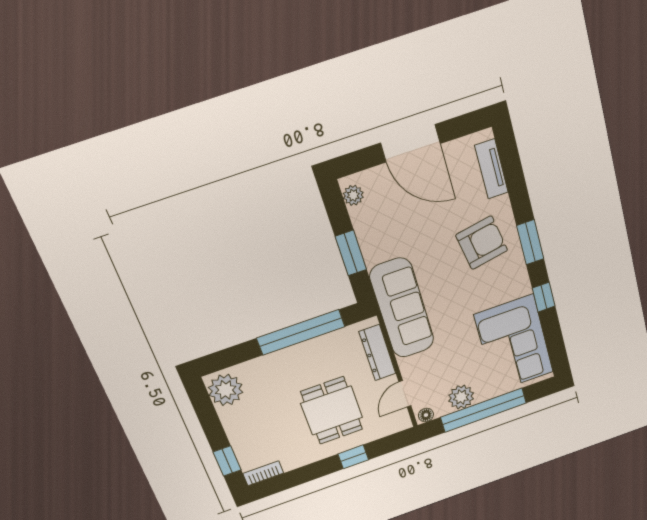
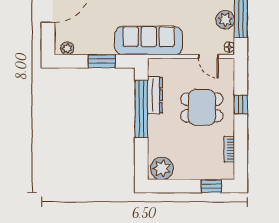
dresser: (377, 353) -> (155, 95), moved, turned -90
bookcase: (263, 473) -> (229, 149), moved

